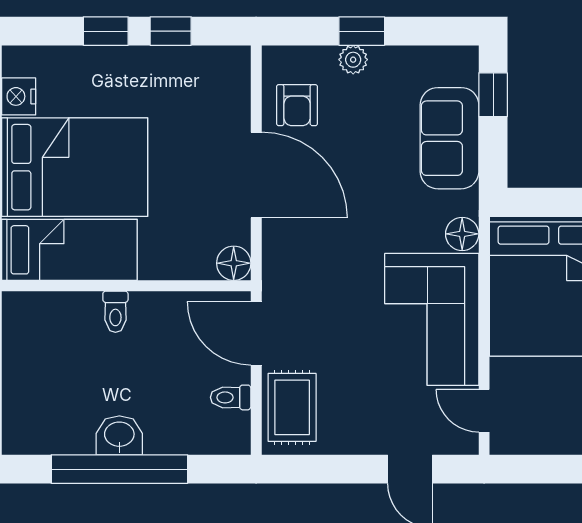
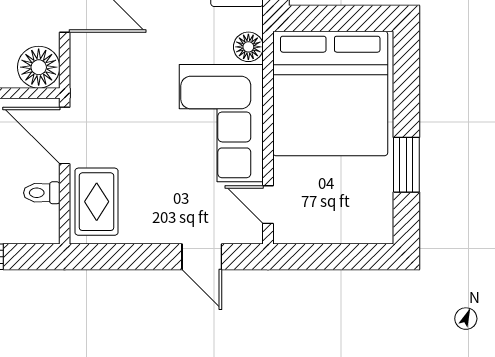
floor lamp: (234, 263) -> (39, 67), width x1.38, depth x1.38

